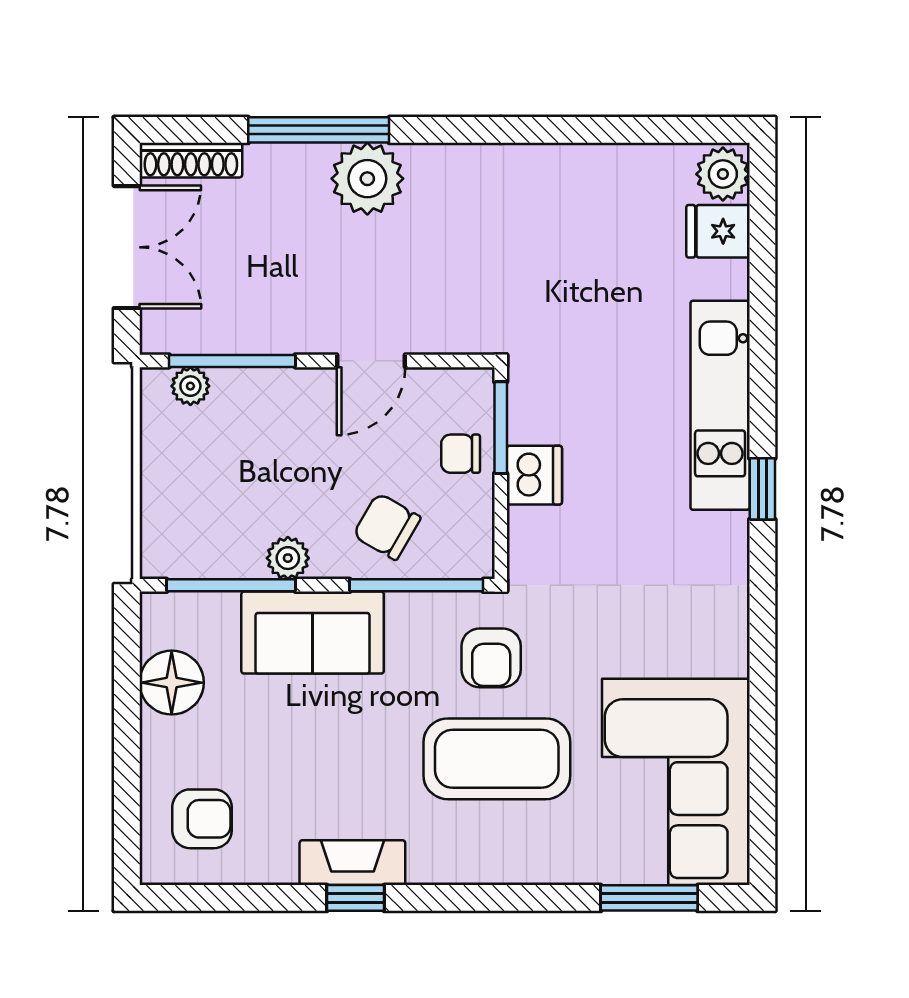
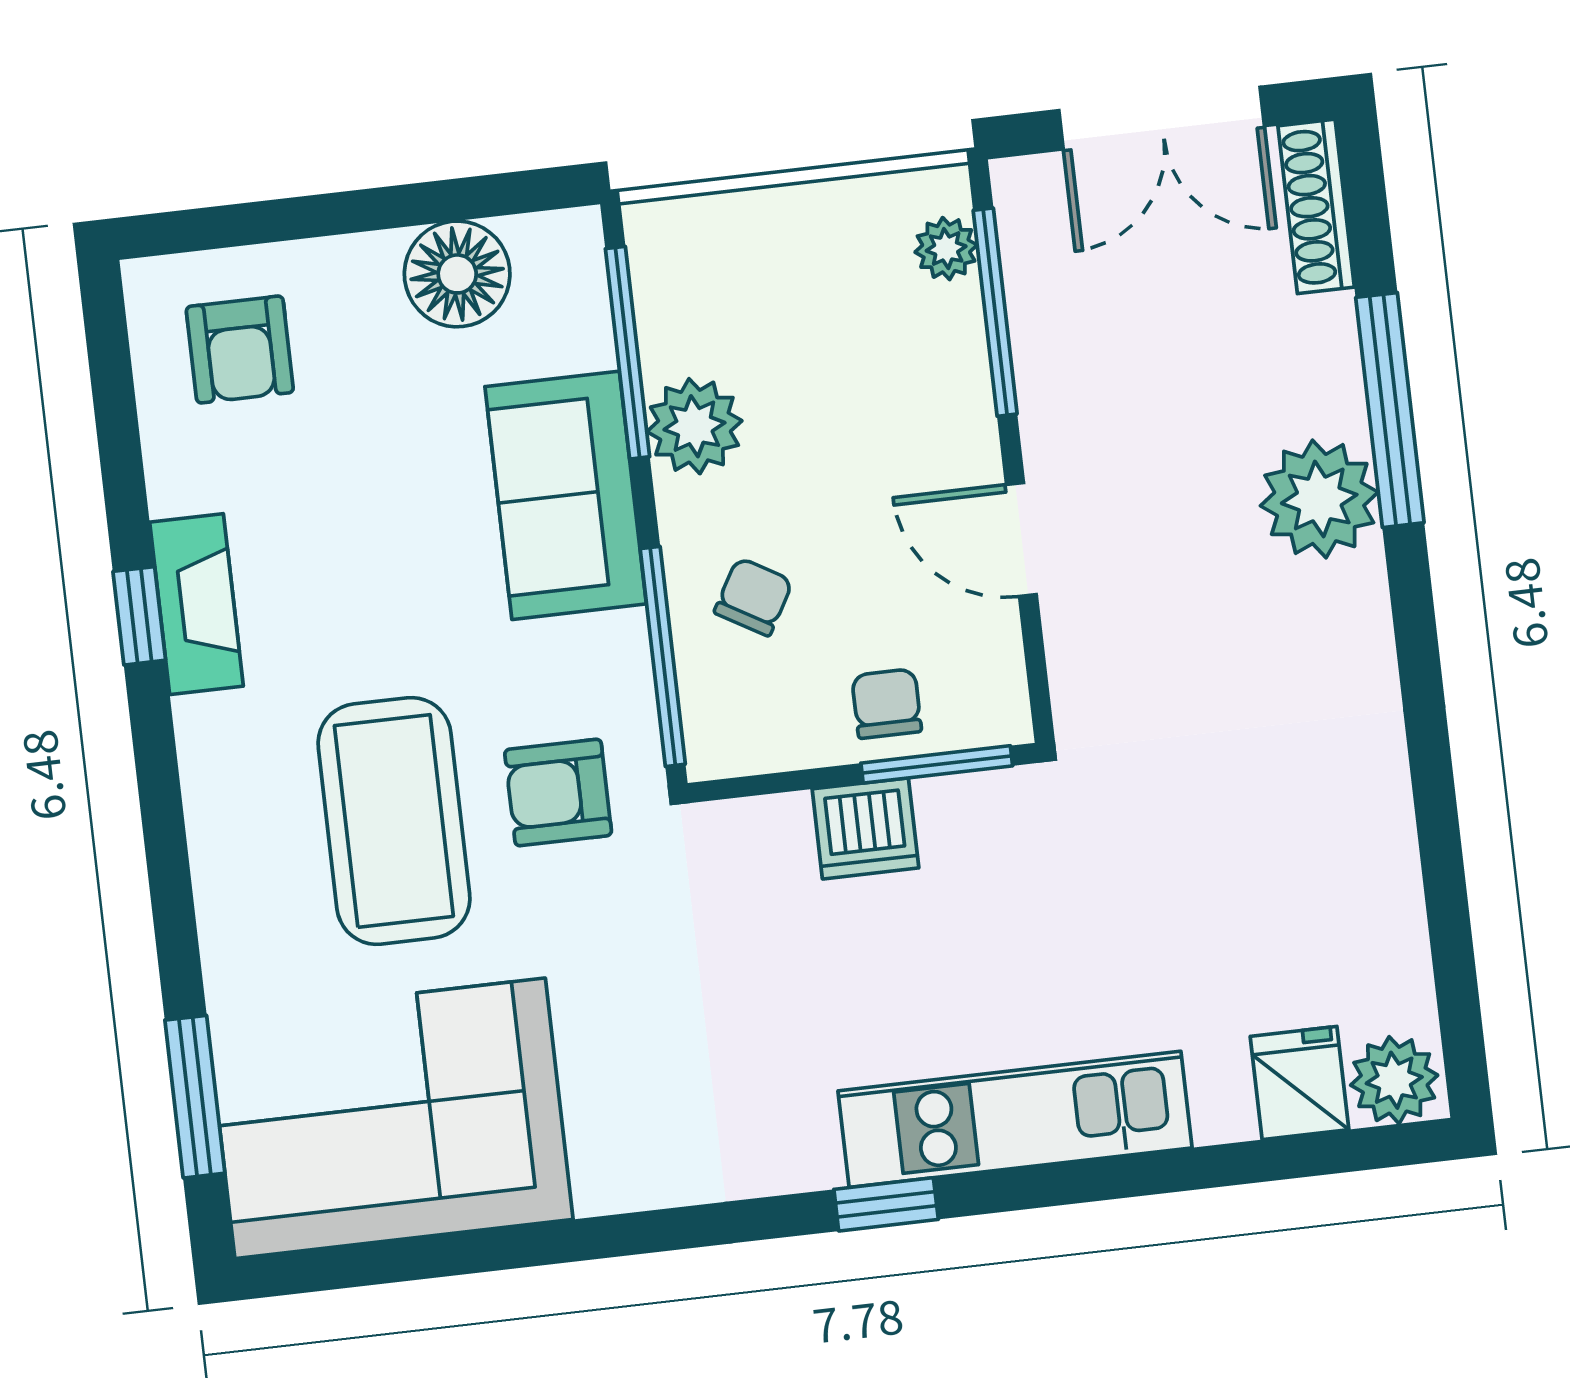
chair: (387, 526) -> (753, 597), width x0.73, depth x0.73
plant: (288, 558) -> (694, 426), width x1.38, depth x1.38

